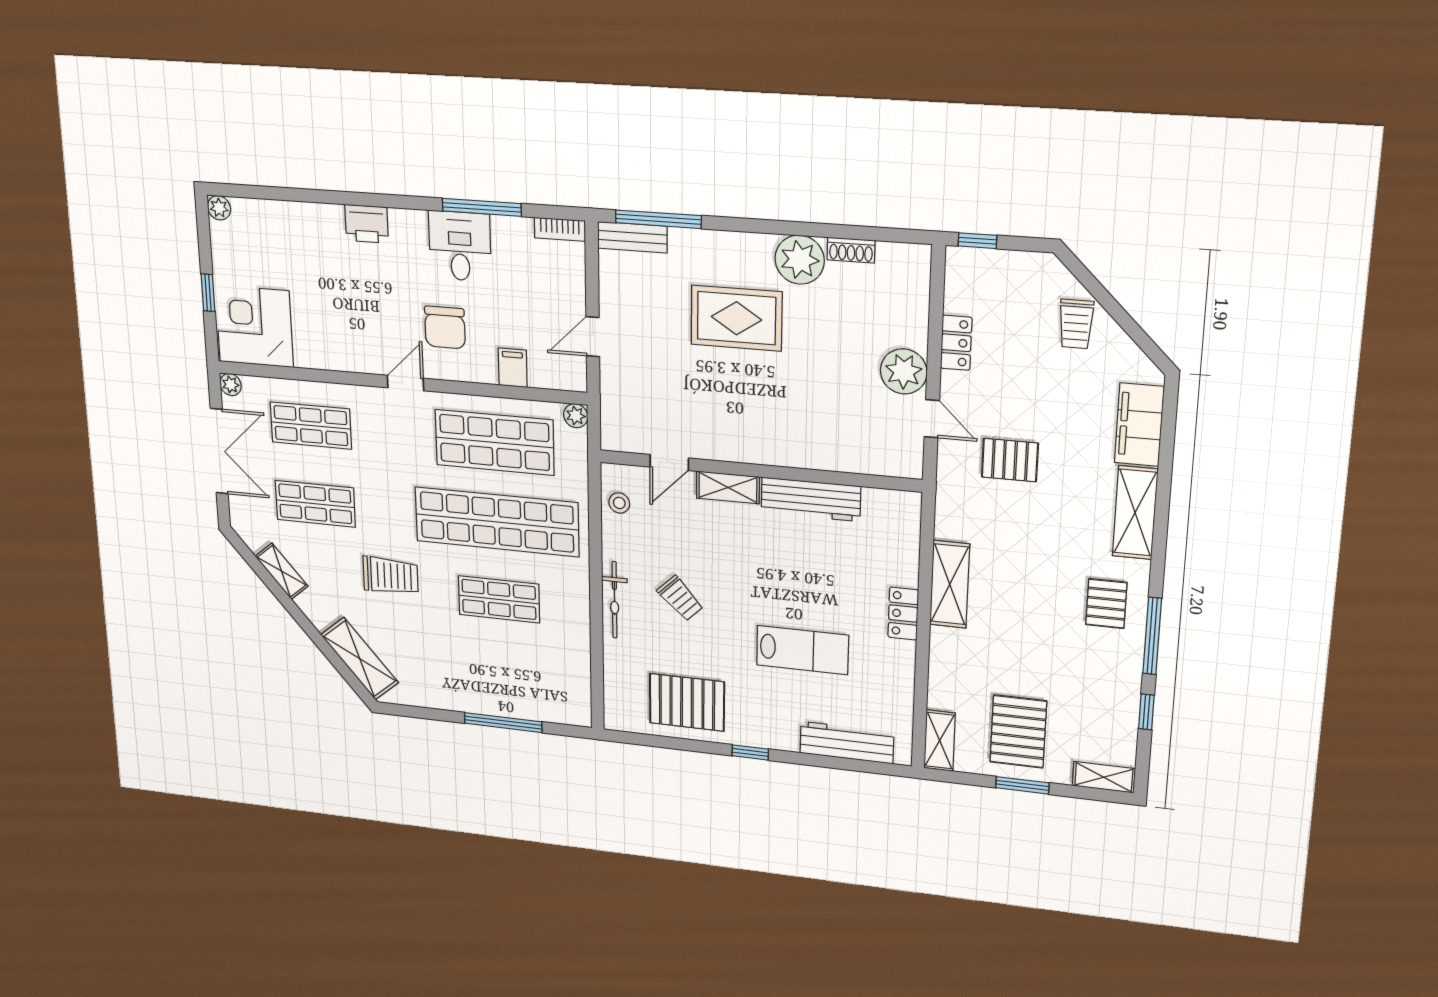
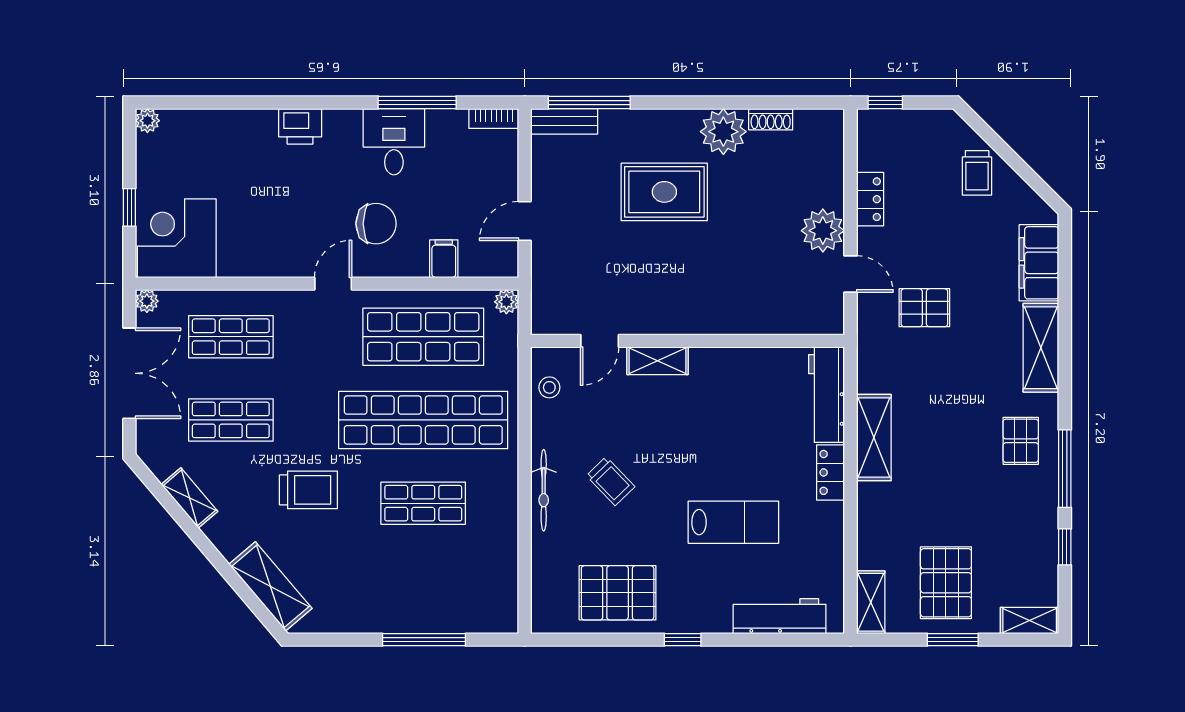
chair: (445, 327) -> (376, 224), turned -90
workbench: (811, 499) -> (827, 395), moved, turned 90

